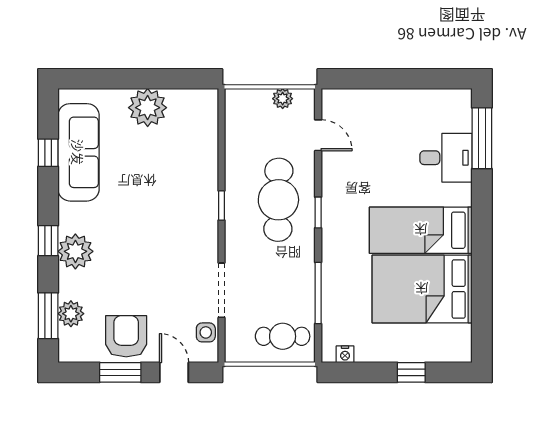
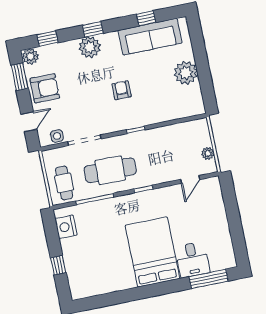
cafe table: (278, 200) -> (110, 170), moved
armchair: (154, 215) -> (122, 90), added
bed: (421, 230) -> (152, 252), width x1.50
bed: (422, 289) -> (110, 261), removed
plant: (71, 314) -> (30, 56), moved
window: (48, 316) -> (47, 39), width x0.67
nightstand: (345, 354) -> (66, 227), width x1.89, depth x1.79
window: (120, 372) -> (20, 77), moved

